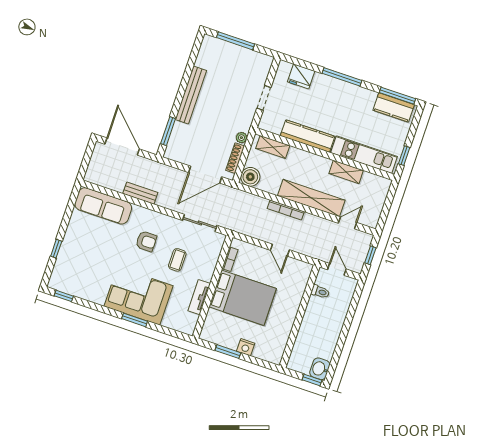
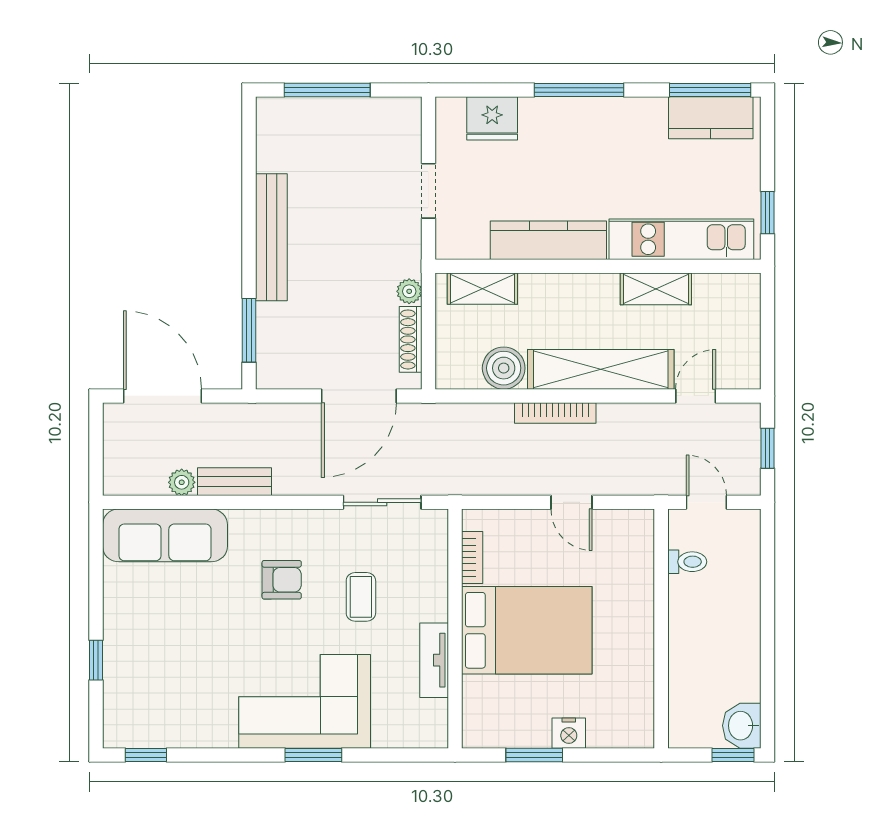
boiler: (250, 177) -> (504, 368), moved
plant: (118, 186) -> (182, 482), added

